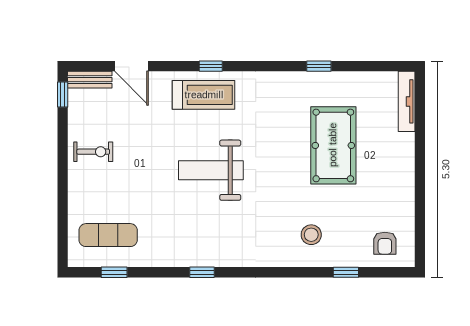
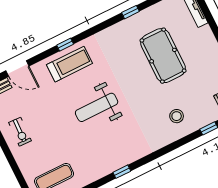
exercise bike: (93, 152) -> (20, 132), turned 92

